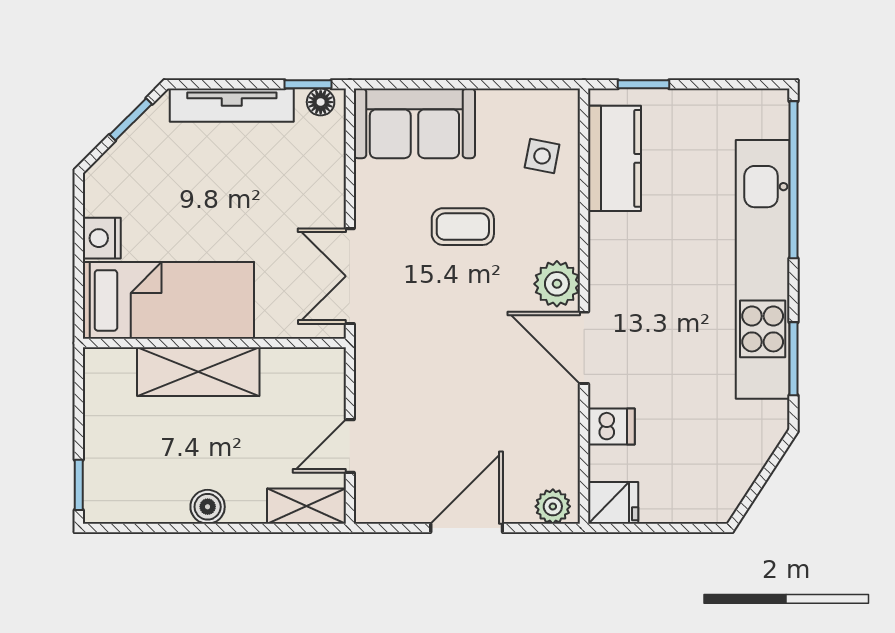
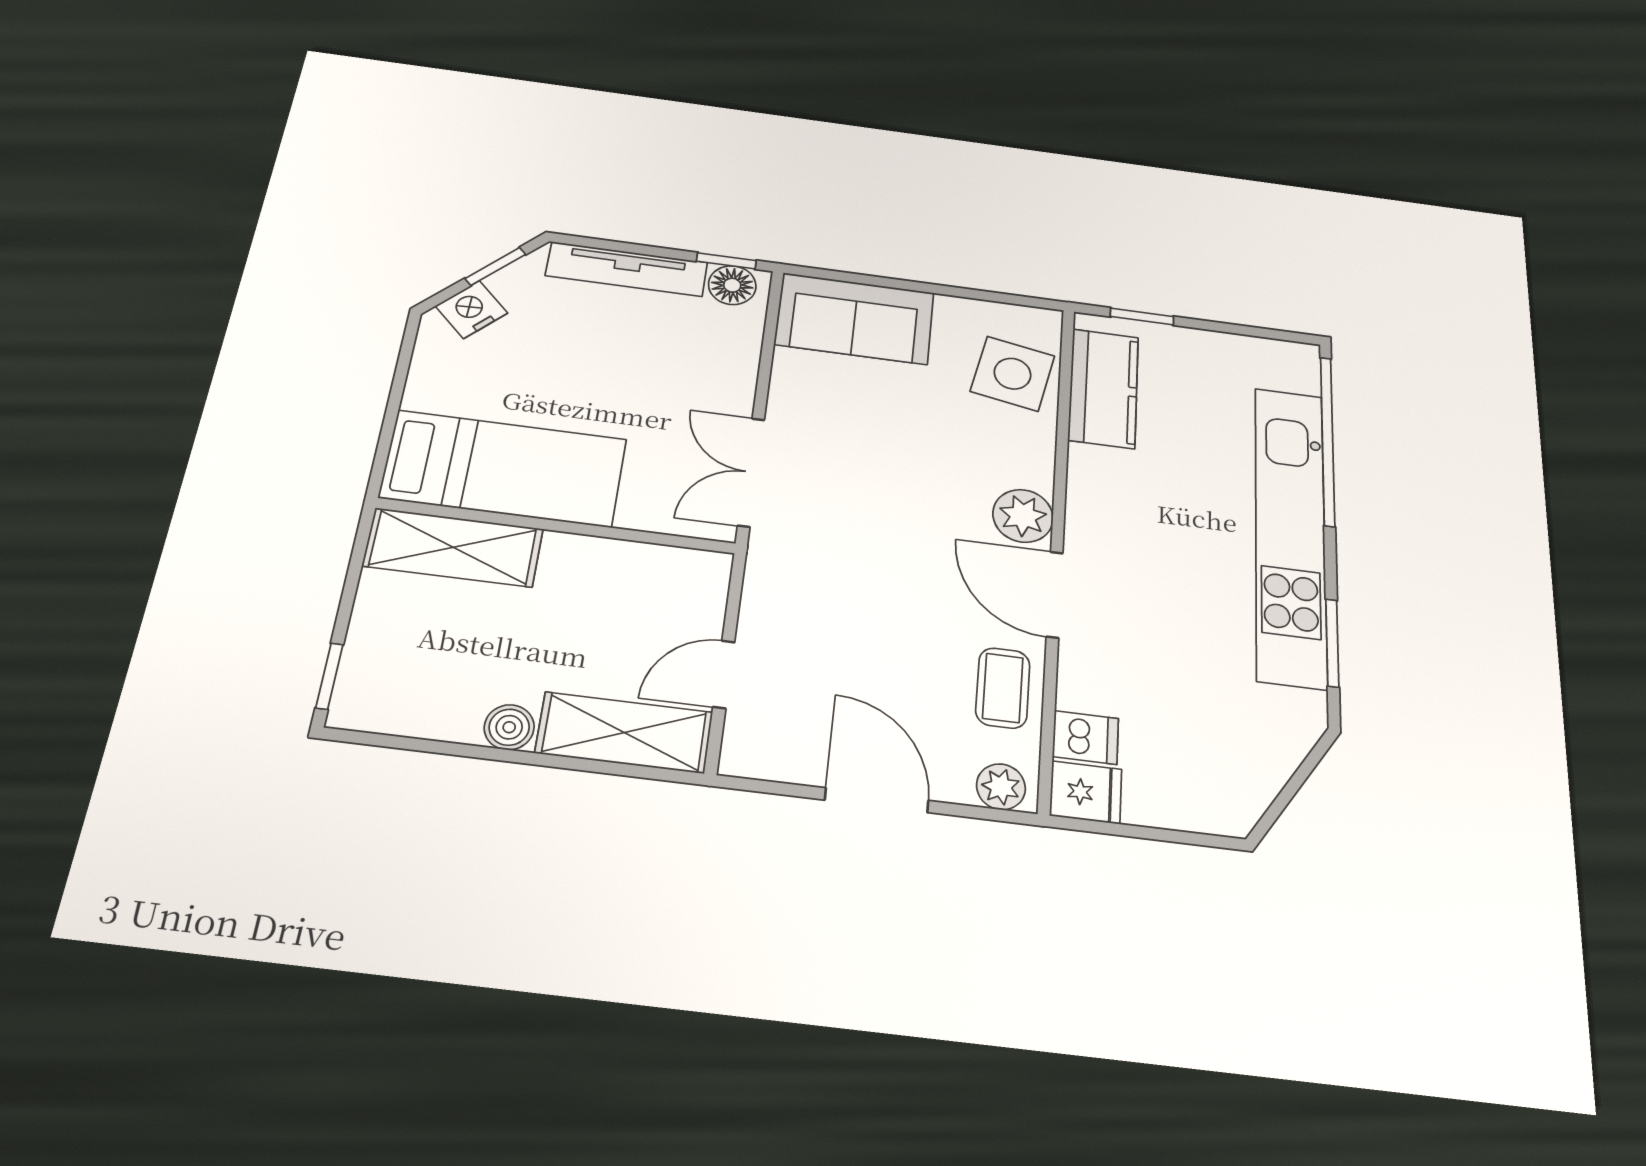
floor lamp: (321, 102) -> (732, 285), width x1.37, depth x1.37
side table: (542, 156) -> (1012, 374), width x1.87, depth x1.87
coffee table: (463, 227) -> (1003, 688), moved, turned 90
nightstand: (102, 238) -> (471, 310), moved, turned 45
shelving: (198, 372) -> (453, 547), moved
dishwasher: (611, 426) -> (1086, 737), moved
shelving: (306, 506) -> (624, 733), width x1.50, depth x1.33
door: (467, 528) -> (877, 800), hinge flipped

